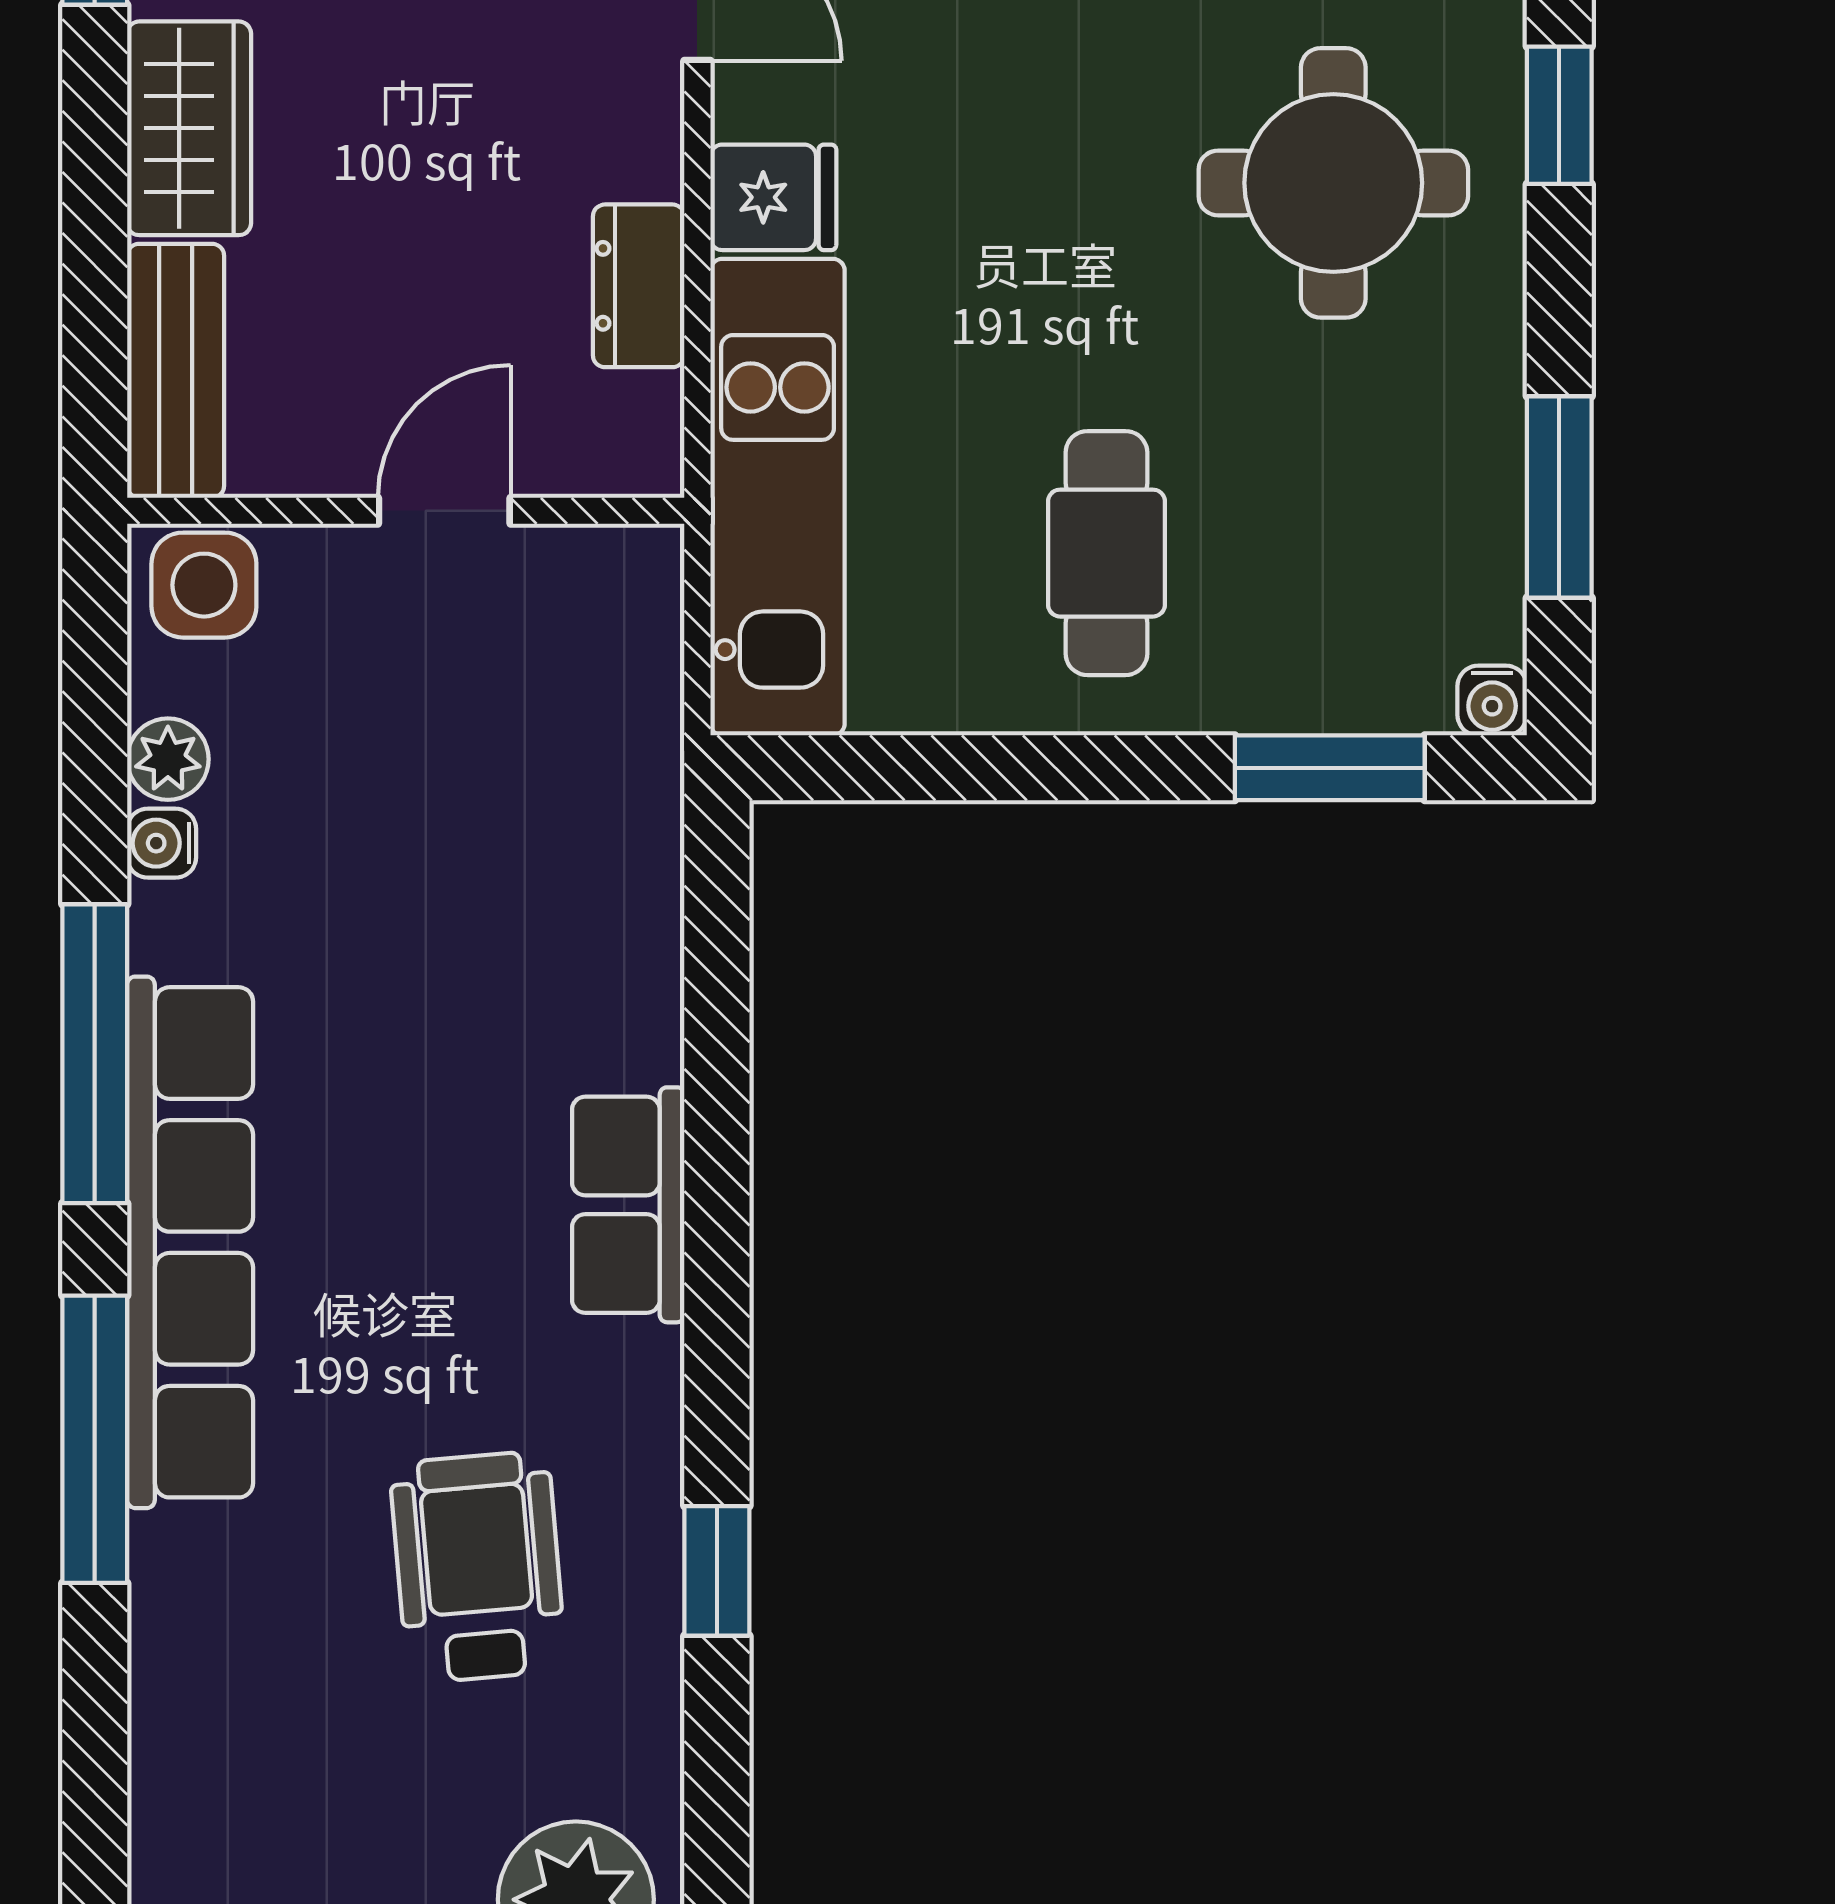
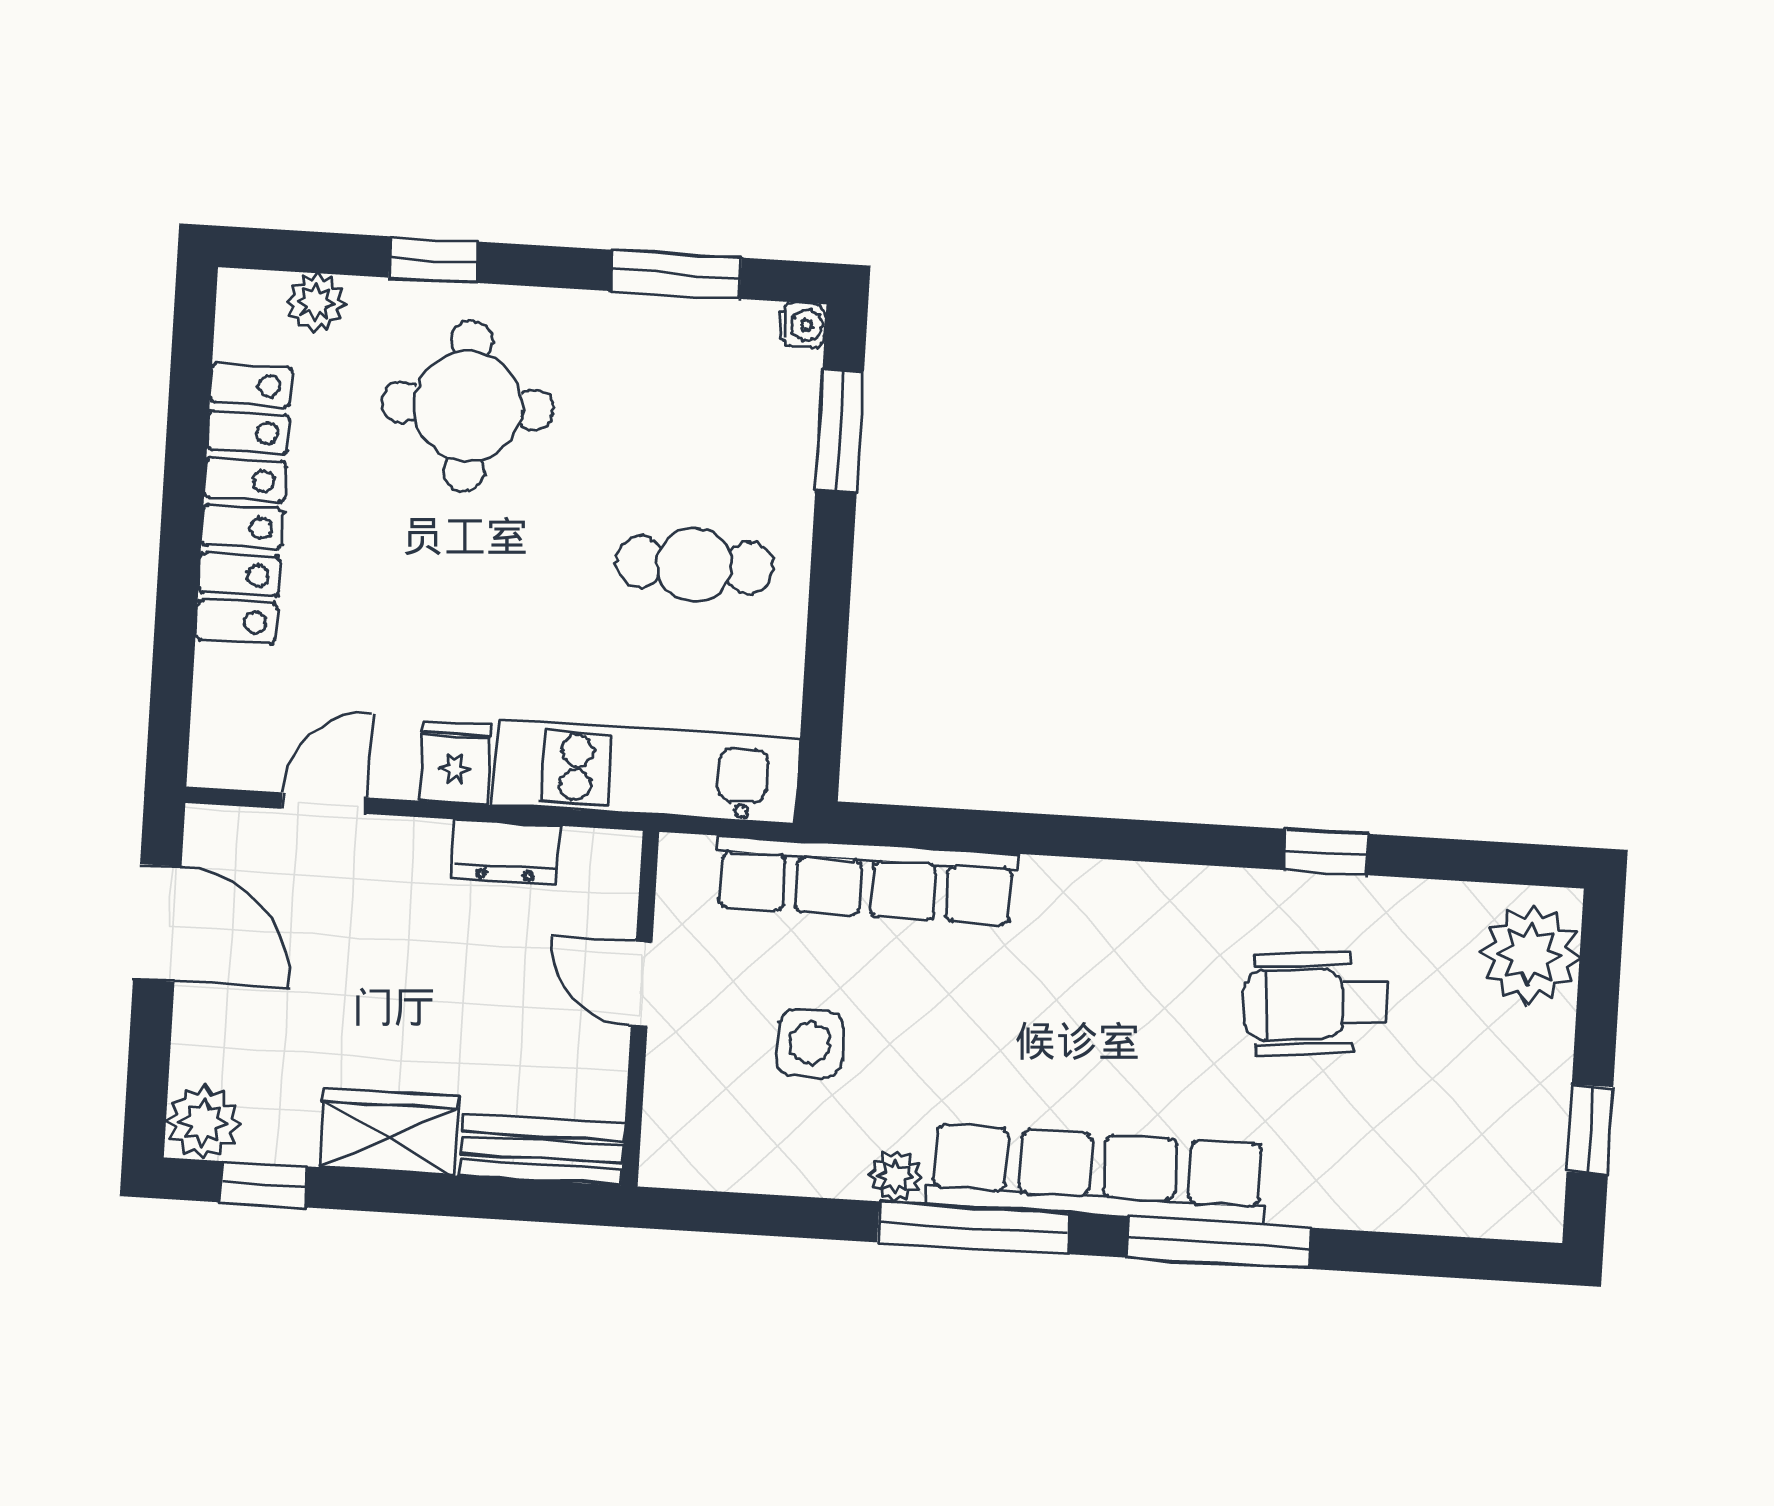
side table: (204, 585) -> (810, 1044), moved
plant: (168, 759) -> (896, 1176), moved
water cooler: (162, 843) -> (842, 1177), removed
row of seats: (628, 1205) -> (866, 880), moved, width x2.02

